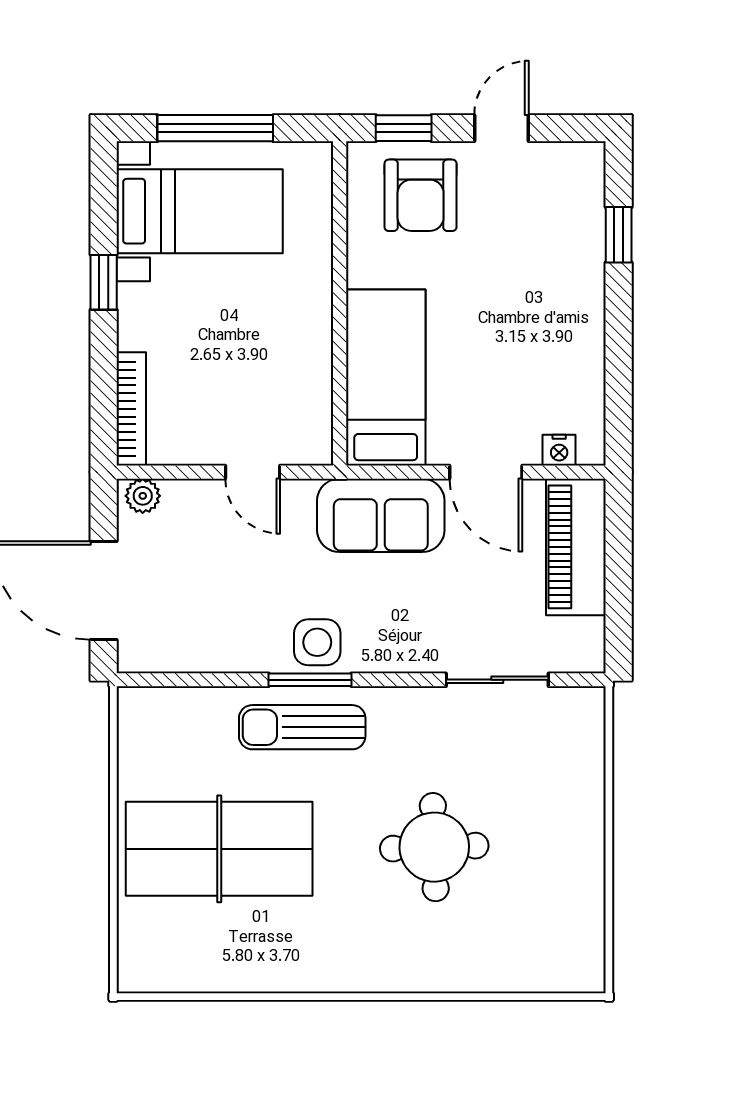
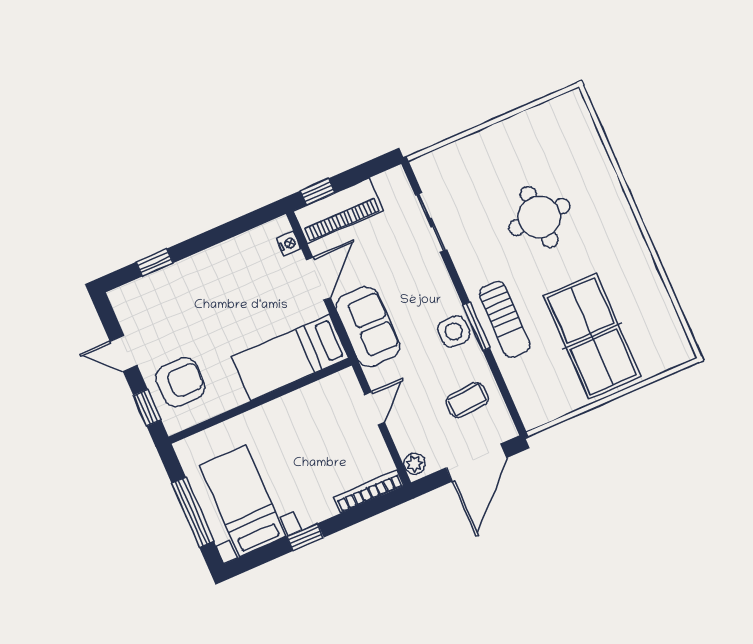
window: (619, 528) -> (317, 192), added
coffee table: (204, 618) -> (467, 400), added

